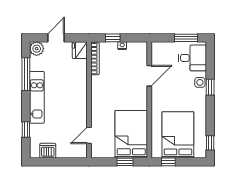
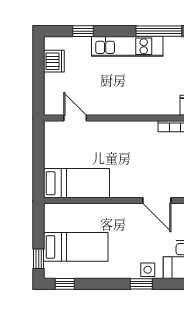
bed: (131, 134) -> (77, 183), width x0.67
bed: (178, 135) -> (76, 247), width x0.67
window: (125, 162) -> (39, 167), removed
window: (168, 162) -> (39, 259), moved

